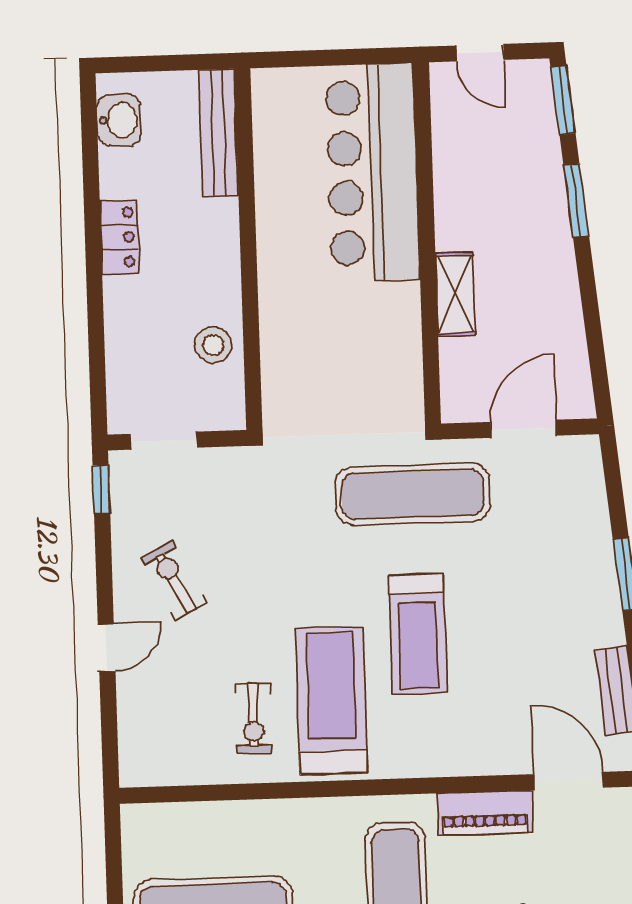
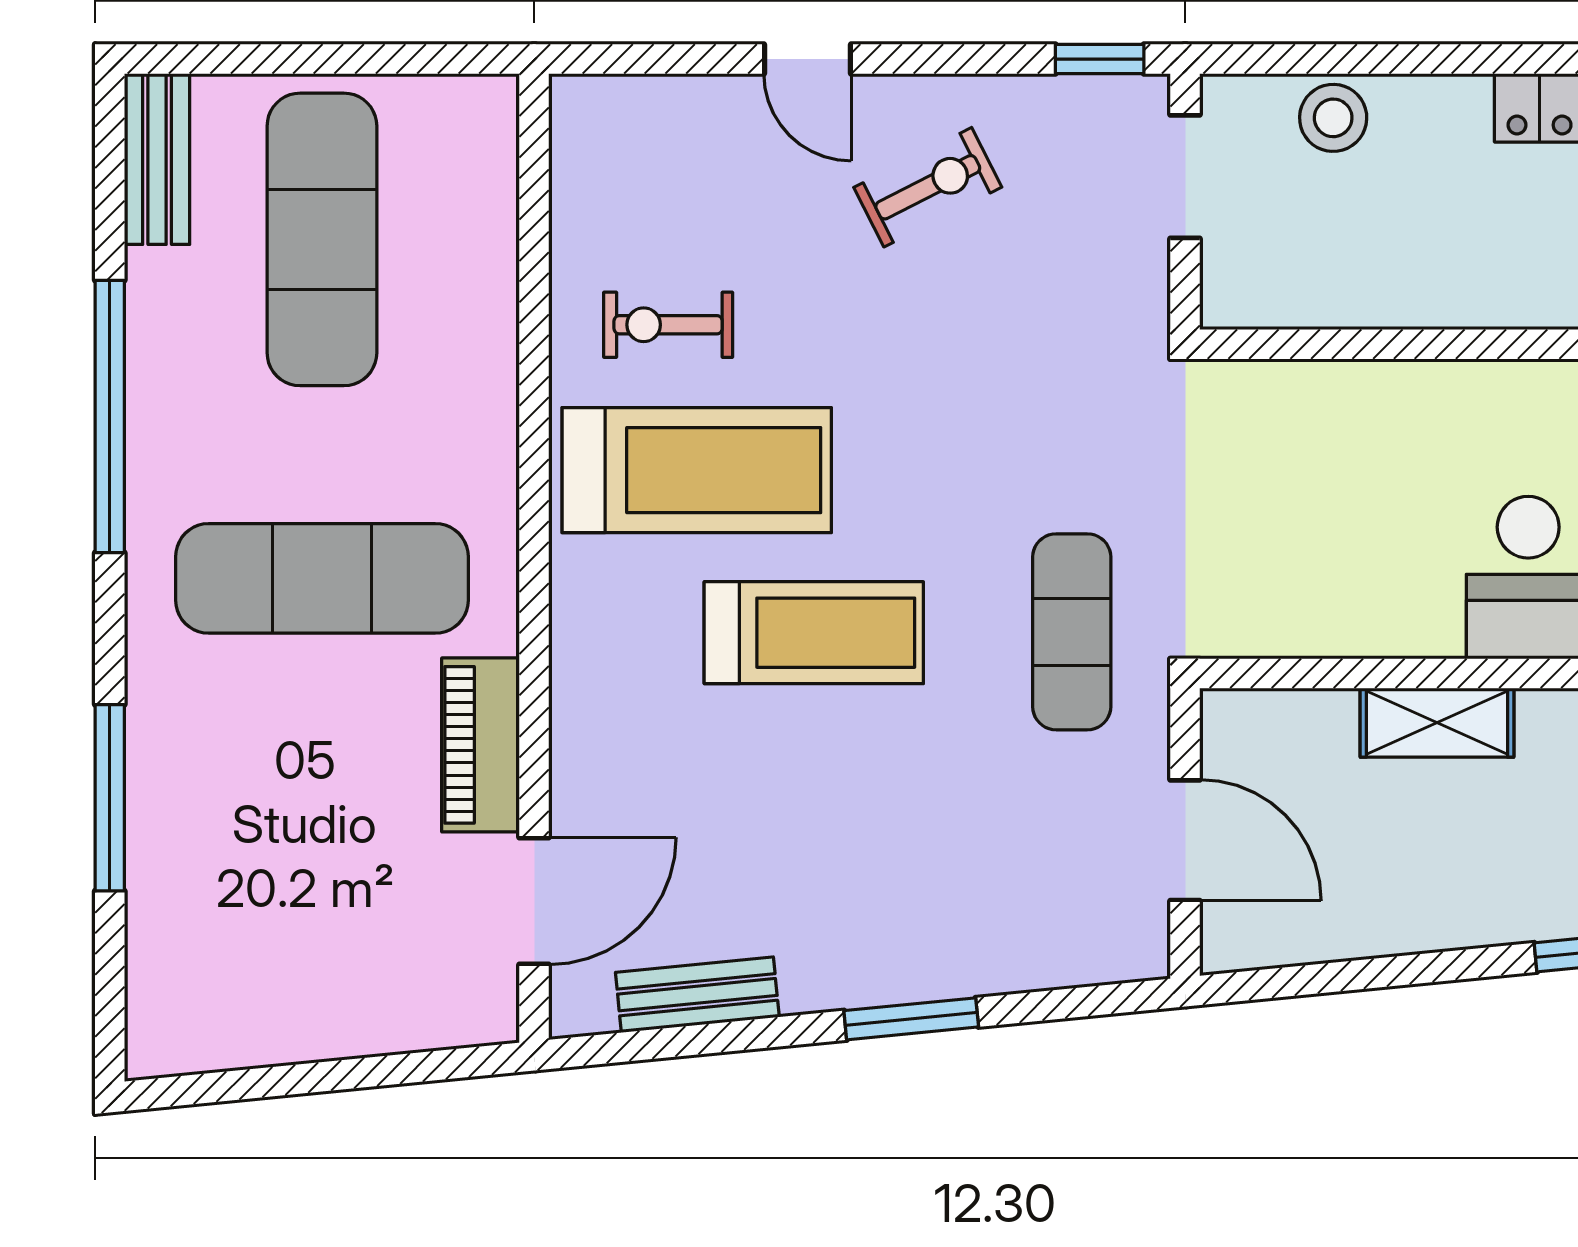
stool: (213, 345) -> (1333, 118), moved
exercise mat: (413, 494) -> (1072, 632), width x0.73, depth x0.69
treadmill: (418, 634) -> (814, 633), turned 180

